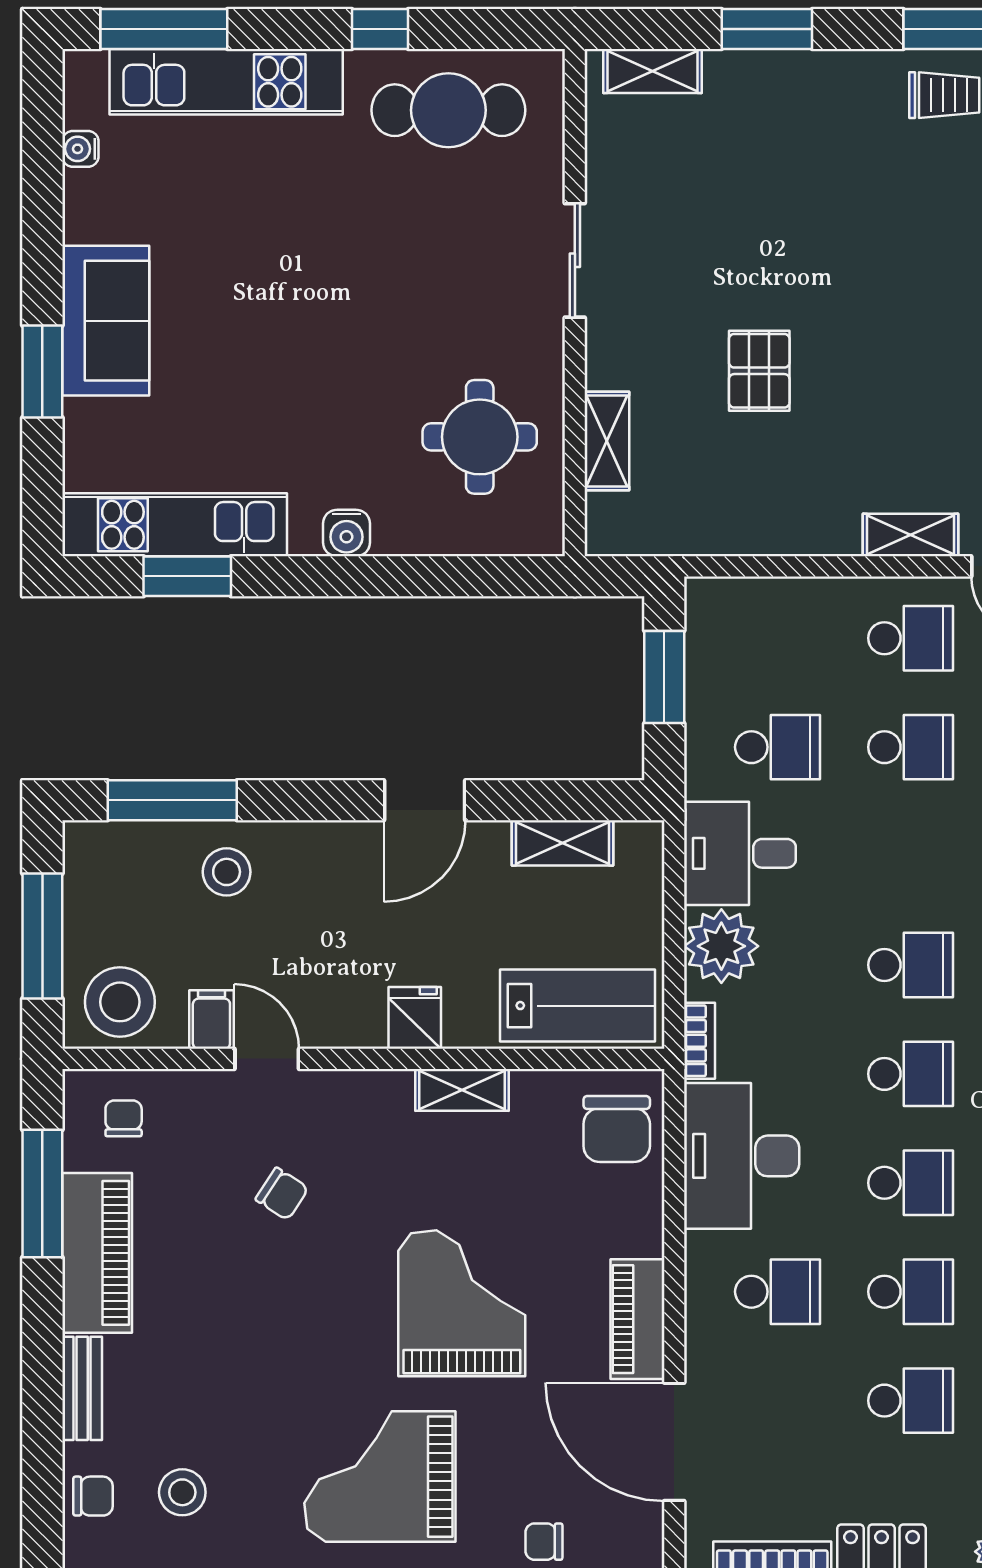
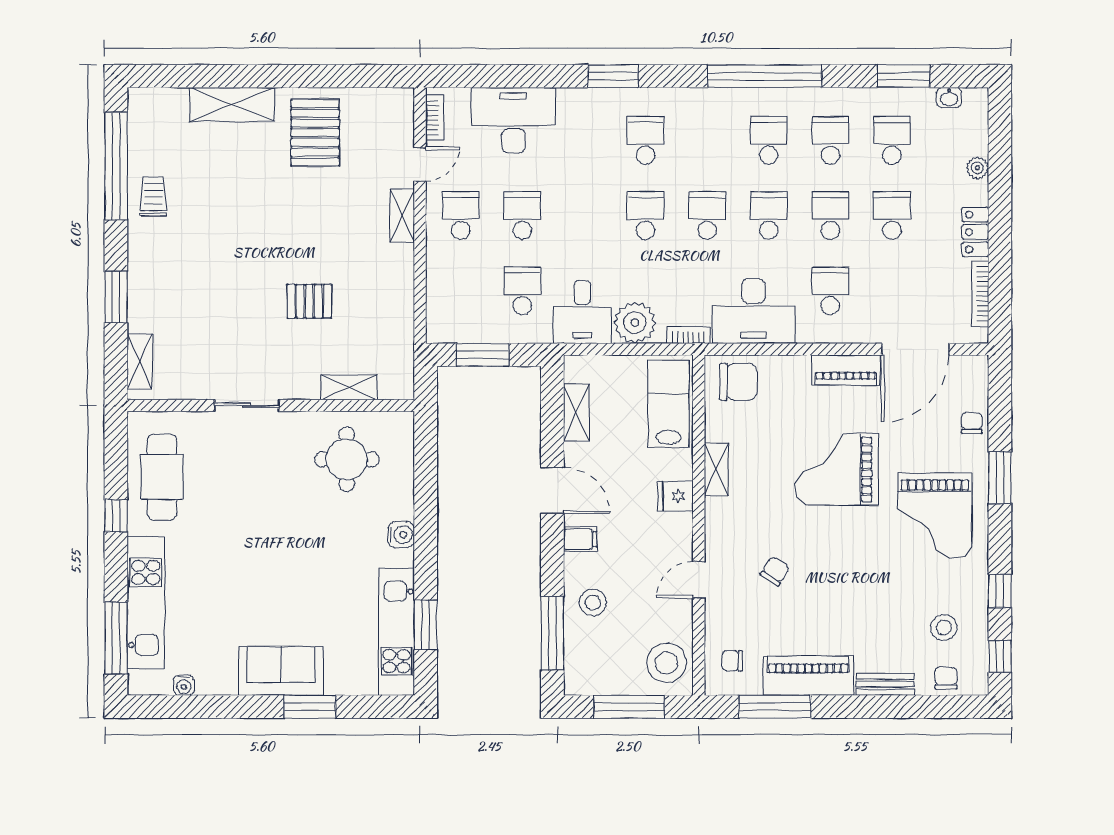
filing cabinet: (211, 1020) -> (580, 539), moved, turned 180
chair: (544, 1542) -> (972, 423), turned 180

